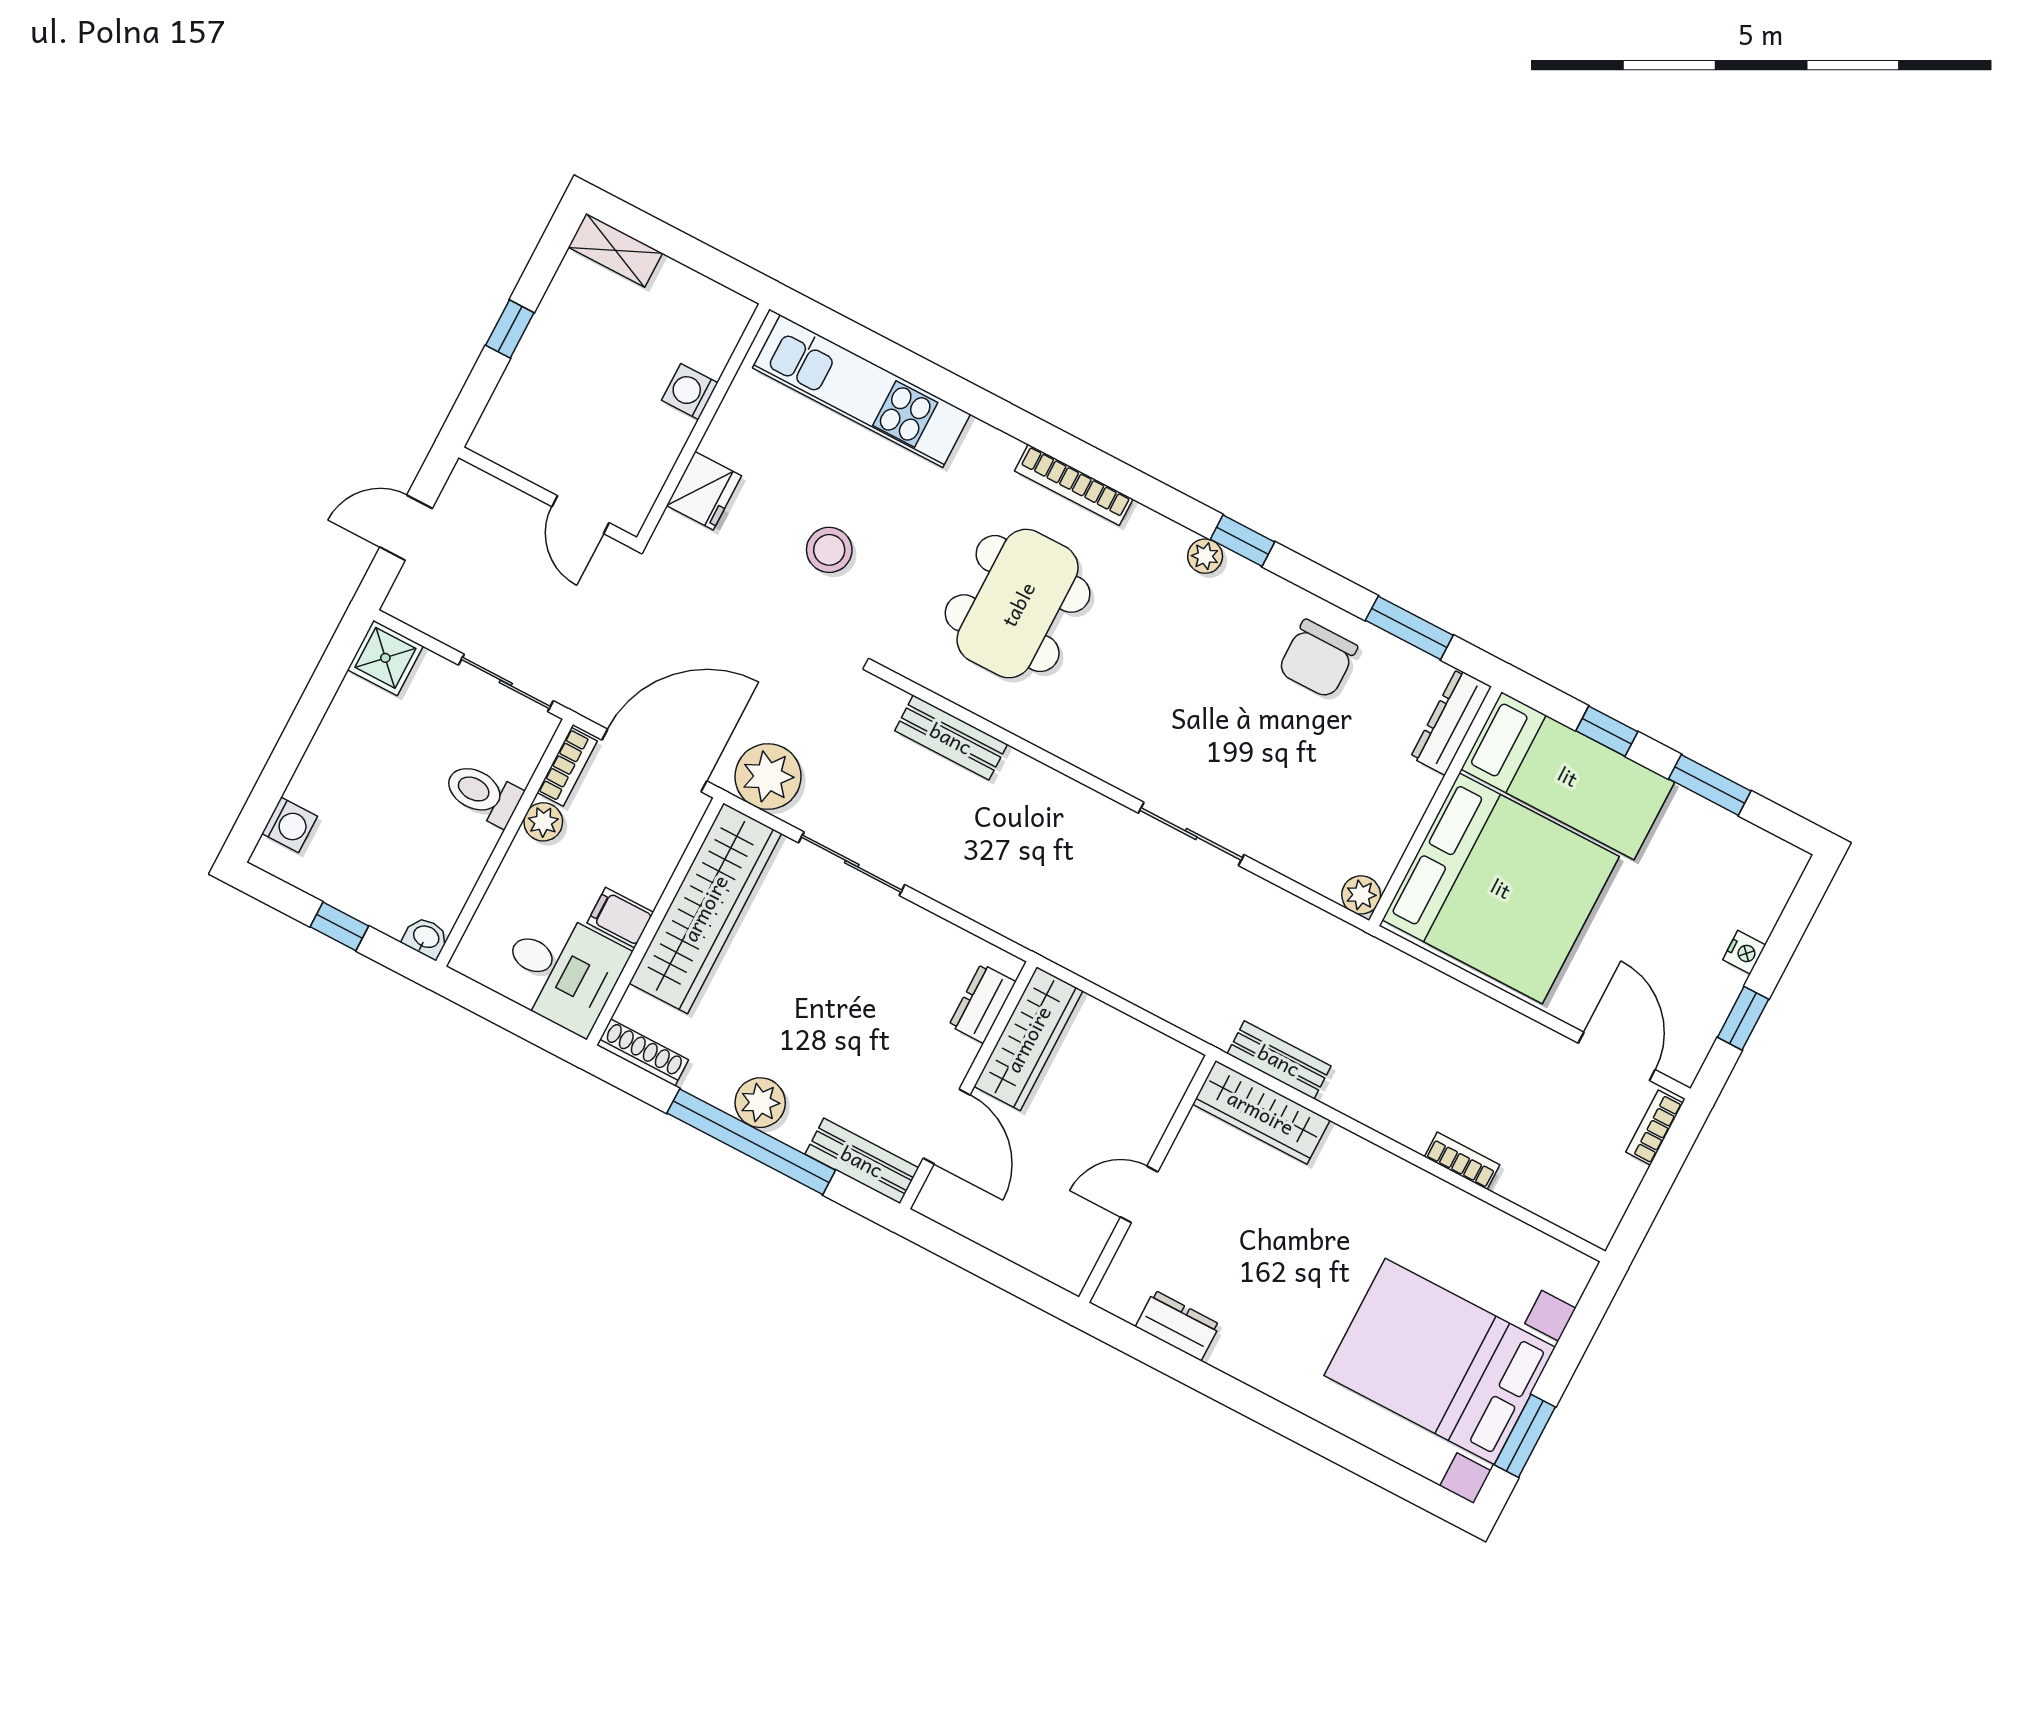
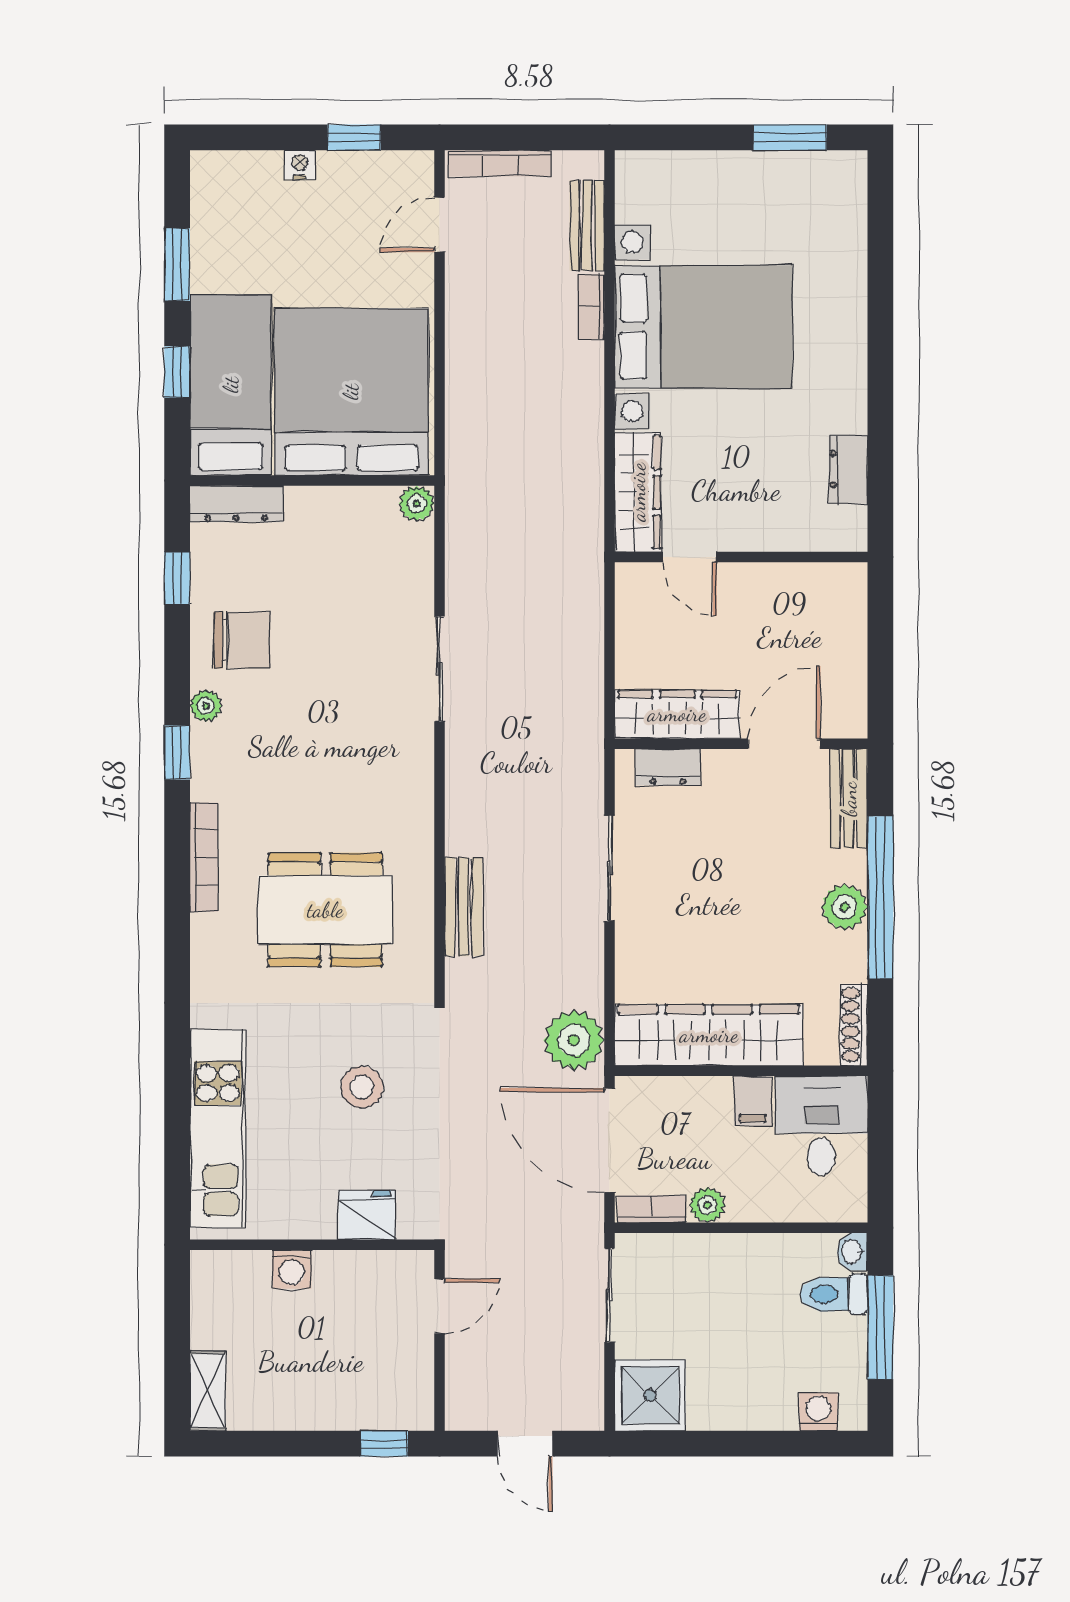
window: (510, 329) -> (384, 1444), moved
bookcase: (1074, 485) -> (204, 857), moved
plant: (1205, 556) -> (206, 706), moved
window: (1409, 628) -> (177, 578), width x0.67
shower: (385, 658) -> (650, 1395), width x1.36, depth x1.36
toilet: (483, 794) -> (834, 1294), moved, turned 90
sliding door: (852, 864) -> (609, 868), moved
window: (339, 926) -> (880, 1327), width x2.17
door: (1617, 1056) -> (440, 225), width x0.73
bench: (1279, 1060) -> (587, 225), moved
bookcase: (1654, 1128) -> (500, 163), width x1.56
door: (1139, 1194) -> (690, 557), moved
bed with nightstands: (1440, 1361) -> (703, 327), moved, turned -90

